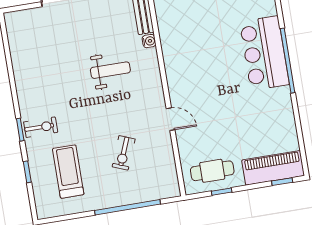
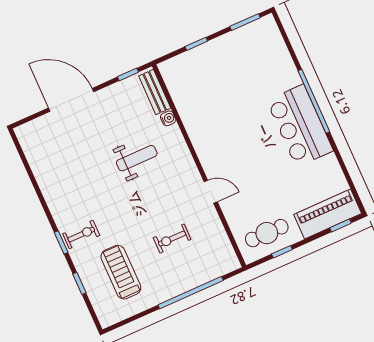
bar counter: (264, 53) -> (300, 126), moved
exercise bike: (124, 153) -> (172, 239), turned 68

